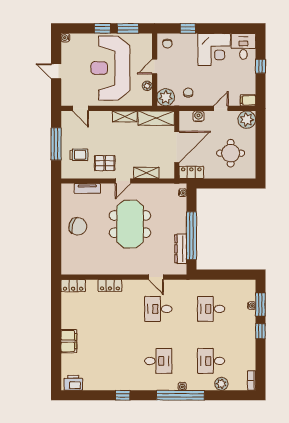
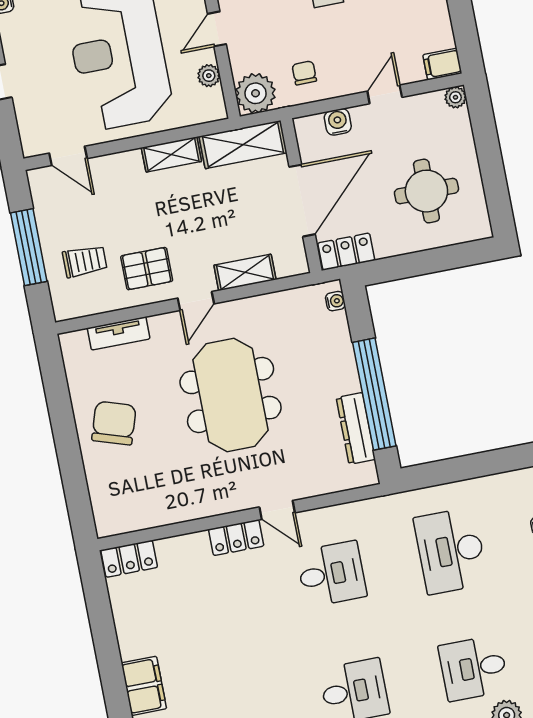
plant: (247, 120) -> (455, 97), width x0.53, depth x0.53
chair: (78, 226) -> (114, 423), turned -89
door: (156, 277) -> (277, 510), moved
locker: (110, 285) -> (236, 538), moved
desk: (158, 309) -> (331, 574), turned 180
desk: (211, 309) -> (451, 551), width x1.37

